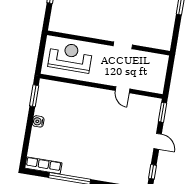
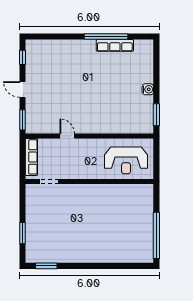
doorway: (123, 45) -> (49, 181), moved
row of seats: (160, 76) -> (31, 157), added
row of seats: (43, 165) -> (115, 45), moved

